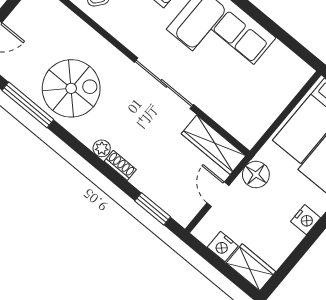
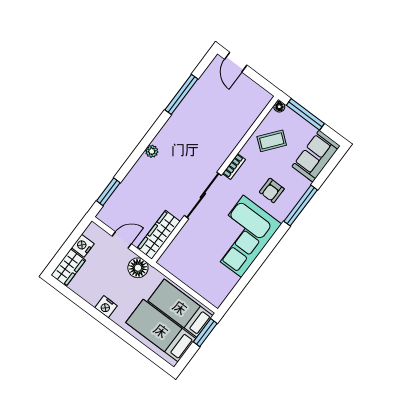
bookcase: (127, 40) -> (234, 166), added
spiral stairs: (71, 88) -> (196, 126), removed
shoe rack: (120, 165) -> (140, 166), removed

